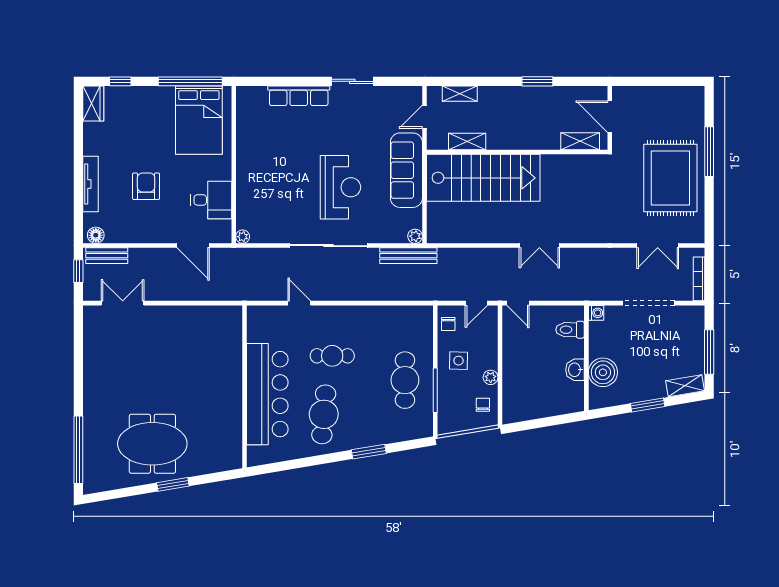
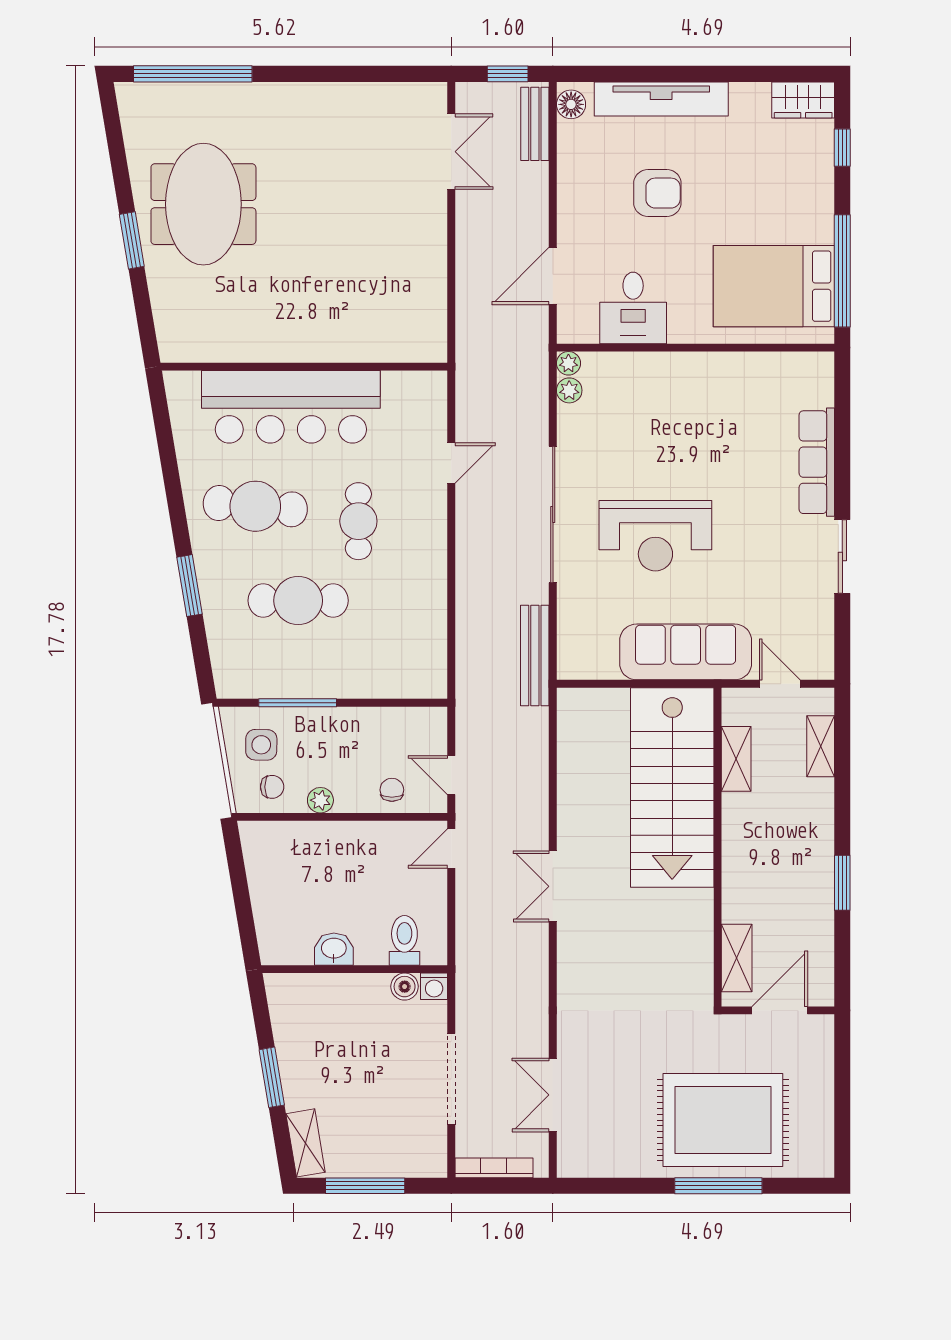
rug: (670, 178) -> (723, 1120), moved
tv unit: (91, 184) -> (661, 99), width x1.36, depth x1.29
plant: (415, 236) -> (569, 390), moved
chair: (448, 324) -> (392, 790), moved, turned 90
side table: (459, 361) -> (261, 745), moved
boiler: (603, 372) -> (405, 987), moved, width x0.54, depth x0.54
cafe table: (405, 380) -> (298, 601), moved

